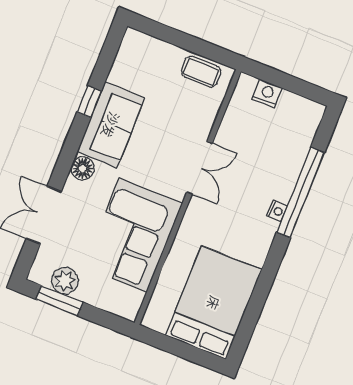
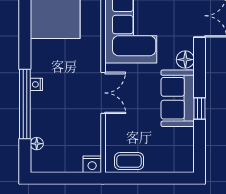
nightstand: (267, 94) -> (92, 164), moved
floor lamp: (305, 138) -> (37, 144), added
double door: (199, 168) -> (103, 93), swing flipped

